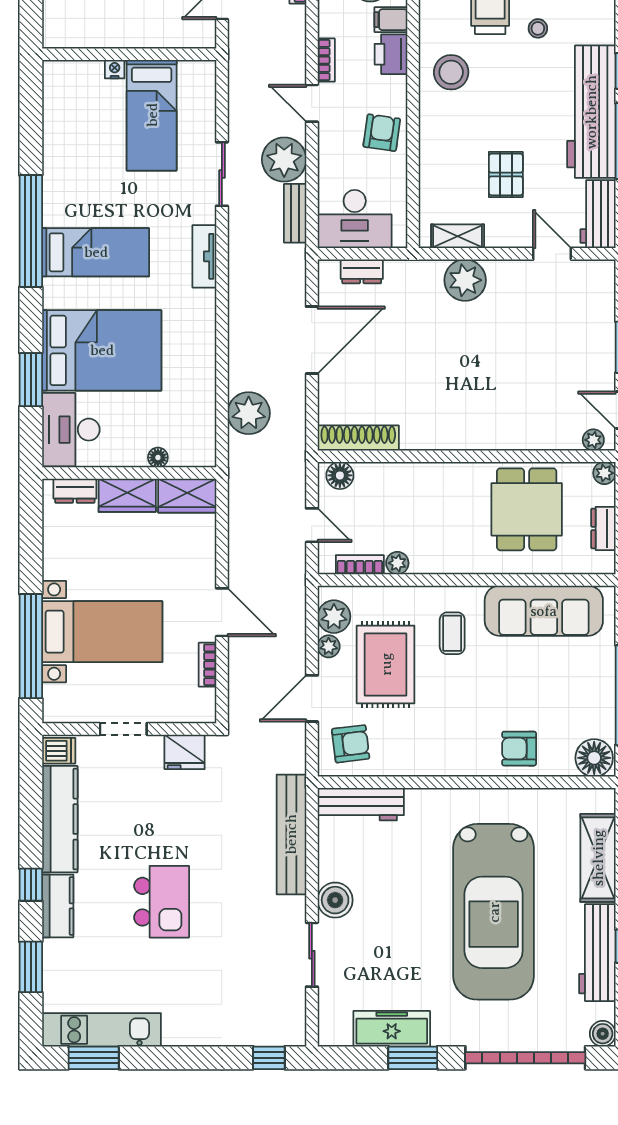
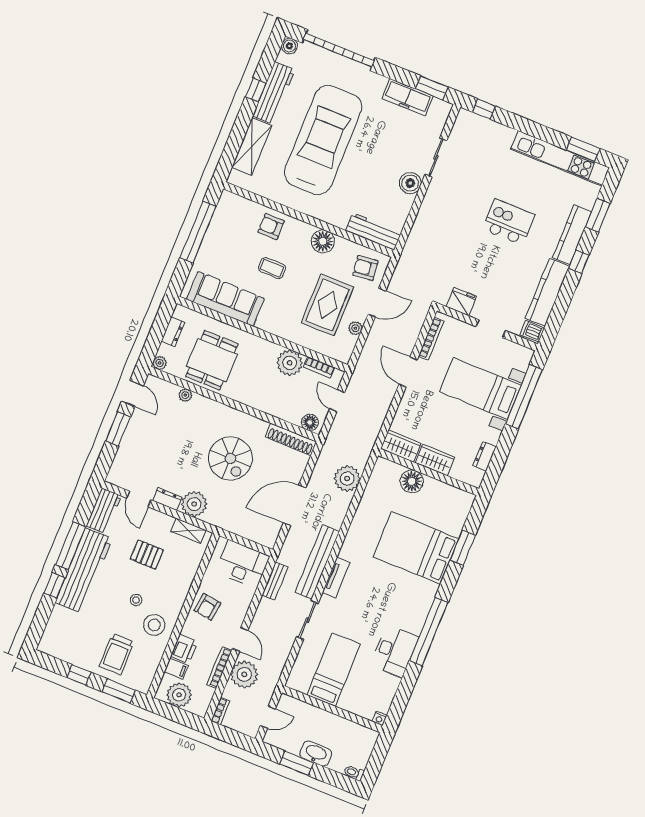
stool: (538, 28) -> (136, 600), moved
bookcase: (326, 60) -> (219, 667), width x1.56
nightstand: (115, 69) -> (379, 718), moved
plant: (284, 160) -> (244, 674), moved
pallet: (506, 175) -> (147, 554), turned 90
bed: (96, 252) -> (397, 605), removed
dresser: (362, 271) -> (167, 499), moved
spiral stairs: (438, 372) -> (230, 458), added
desk: (71, 430) -> (394, 651), moved
plant: (593, 440) -> (185, 395), moved
floor lamp: (158, 458) -> (412, 481), width x1.89, depth x1.89
dresser: (75, 491) -> (485, 456), moved, turned -90
plant: (397, 563) -> (290, 363), width x1.88, depth x1.88
plant: (334, 617) -> (346, 344), removed
coffee table: (452, 633) -> (272, 268), moved, turned 90
bookcase: (208, 665) -> (431, 339), width x1.56
armchair: (519, 749) -> (271, 227), turned 180
floor lamp: (594, 758) -> (323, 241), moved
bench: (291, 834) -> (317, 562), moved
kitchen island: (162, 902) -> (509, 222), turned 90
kitchen counter: (58, 906) -> (572, 235), width x1.50
kitchen unit: (101, 1030) -> (560, 158), width x1.36
window: (413, 1058) -> (432, 88), moved

